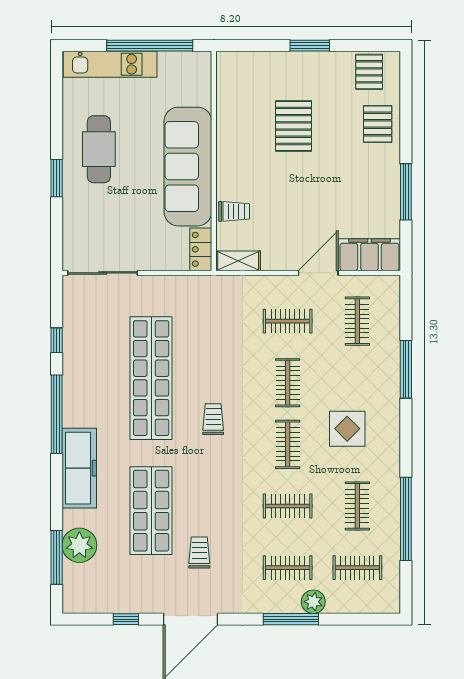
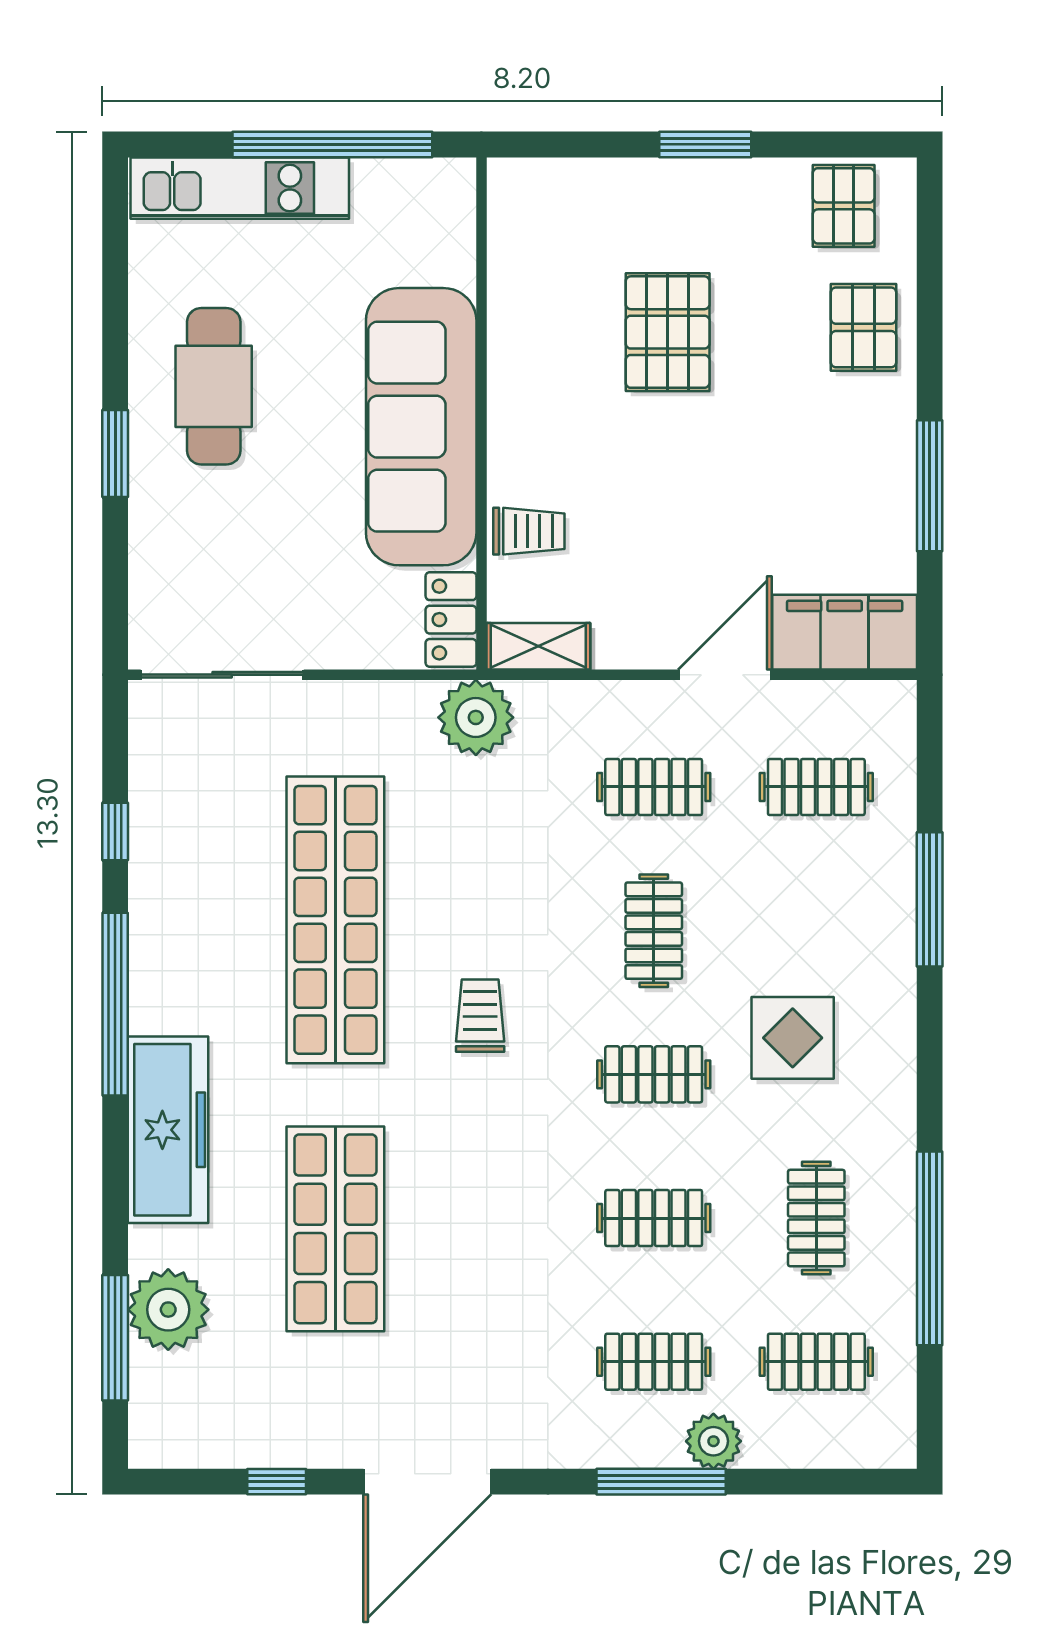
plant: (211, 291) -> (476, 717), added
clothes rail: (357, 321) -> (816, 787), turned 90
clothes rail: (288, 444) -> (654, 1074), turned 90
trolley: (199, 552) -> (448, 1326), removed

